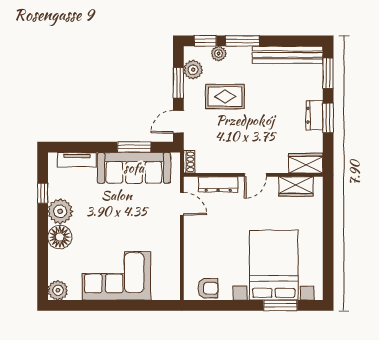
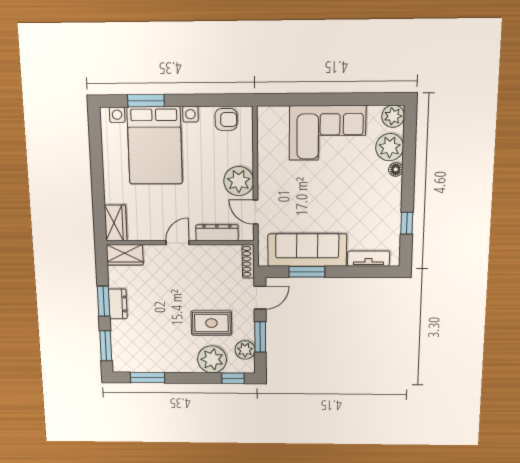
window: (242, 41) -> (148, 378), moved
plant: (219, 53) -> (212, 359), width x1.88, depth x1.88
bench: (288, 55) -> (148, 364), removed
shoe rack: (189, 162) -> (248, 261), width x1.43
wardrobe: (296, 187) -> (116, 223), moved, turned 90
plant: (60, 211) -> (390, 147), moved
plant: (197, 232) -> (239, 181), added
floor lamp: (60, 237) -> (396, 169), width x0.53, depth x0.53
armchair: (208, 288) -> (226, 119), turned 180

